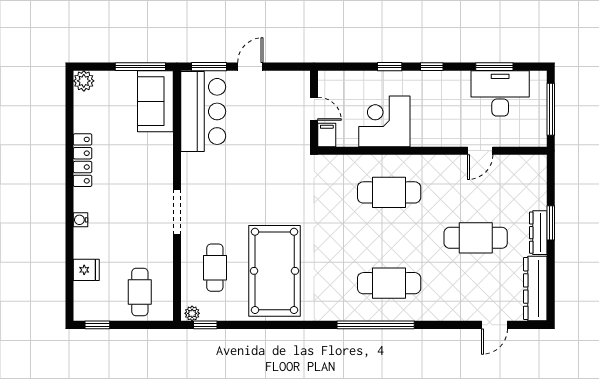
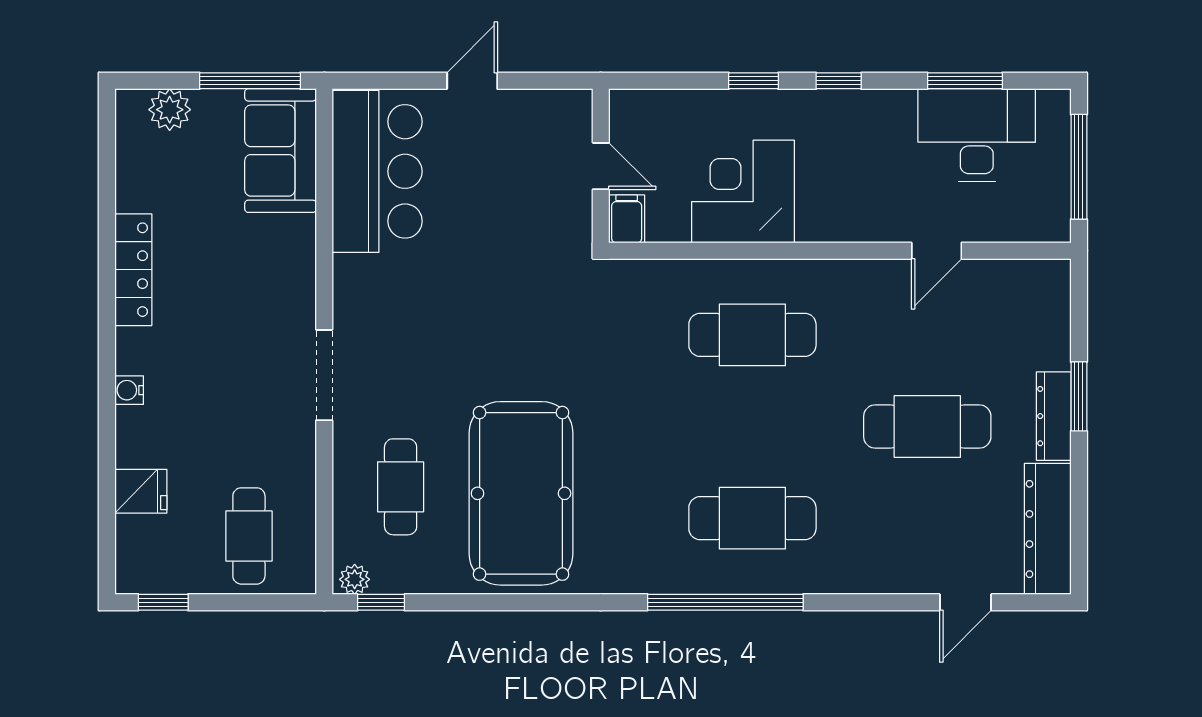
window: (209, 67) -> (389, 81), removed
plant: (84, 81) -> (170, 110), moved

